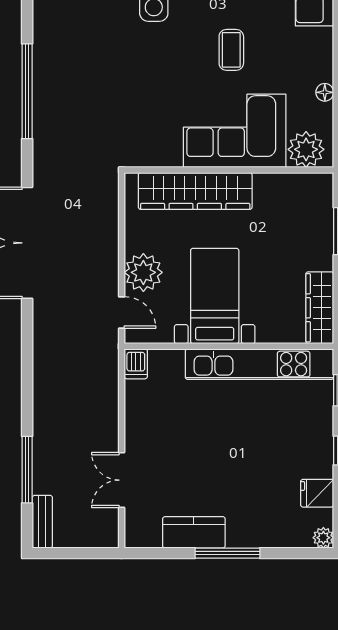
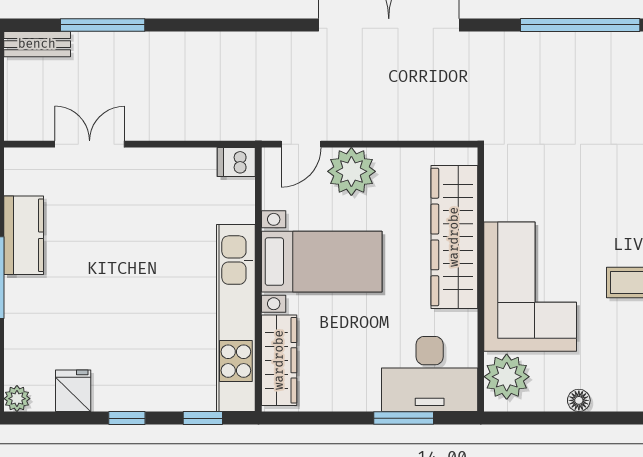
desk: (304, 211) -> (430, 374), added
wardrobe: (320, 308) -> (279, 360), moved, turned 90

